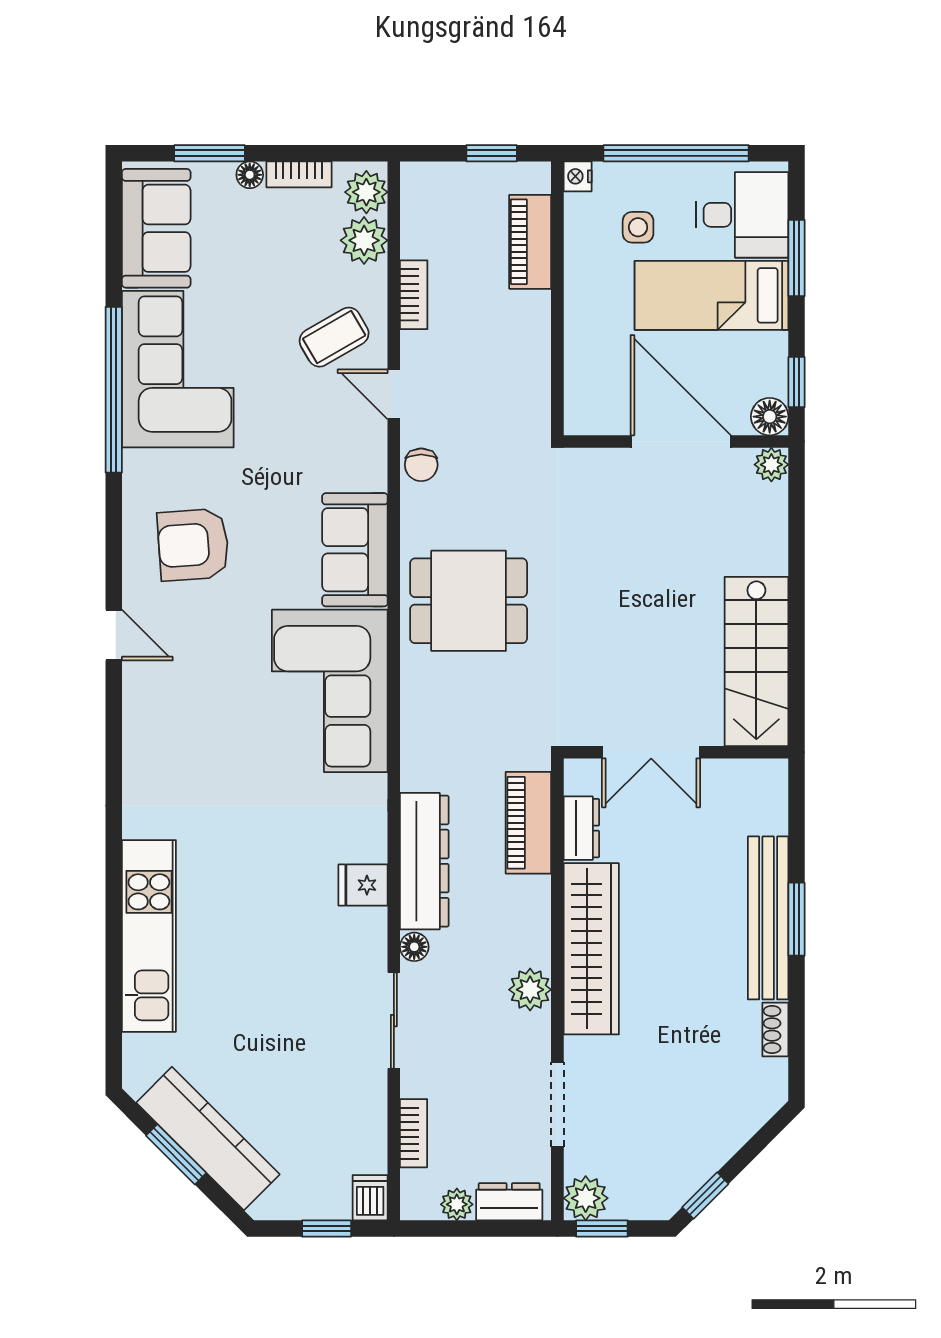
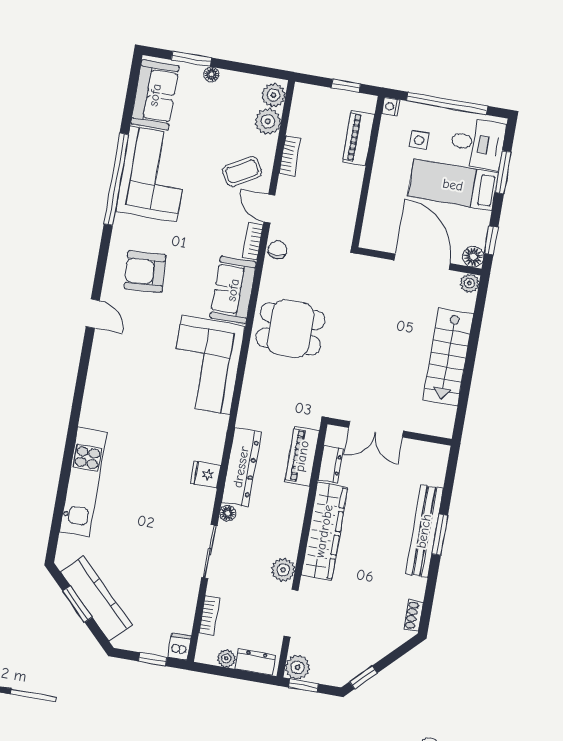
bookcase: (299, 174) -> (253, 241), moved, turned 90
chair: (421, 465) -> (278, 250), turned 180
stairs: (756, 661) -> (448, 357), moved
plant: (530, 990) -> (283, 570), moved
shoe rack: (775, 1029) -> (414, 616), moved

